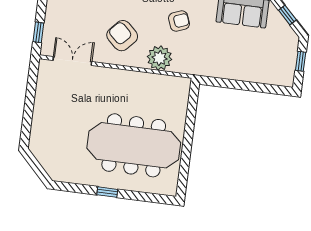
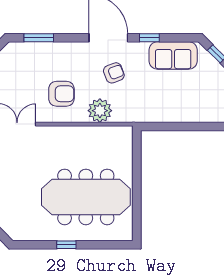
armchair: (122, 36) -> (61, 94), turned 137

